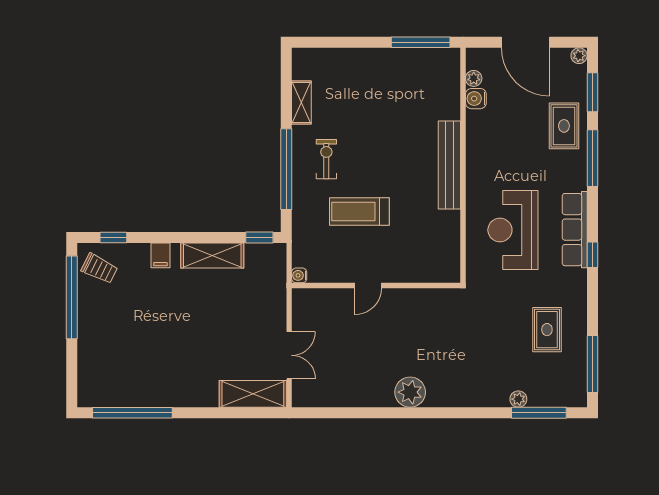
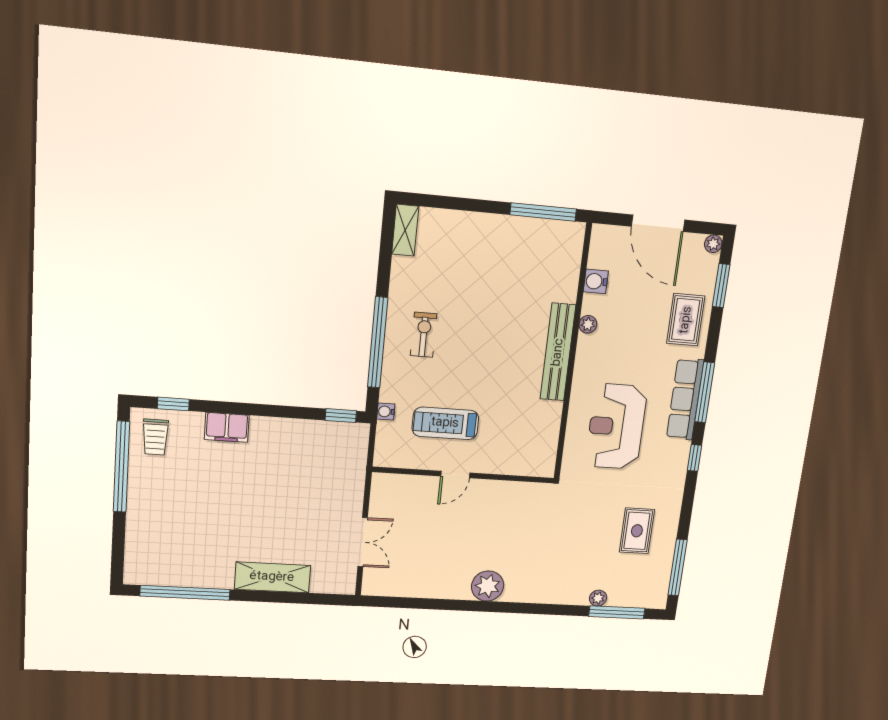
plant: (474, 78) -> (588, 324), moved
shelving: (301, 103) -> (405, 230), moved
window: (592, 158) -> (705, 392), moved
treadmill: (359, 212) -> (445, 423), moved
row of seats: (575, 230) -> (685, 399), moved
filing cabinet: (160, 255) -> (227, 427), width x2.00
shelving: (212, 256) -> (286, 431), removed
trolley: (99, 268) -> (155, 437), turned 64
water cooler: (299, 275) -> (386, 411), moved
shelving: (253, 394) -> (272, 577), moved

